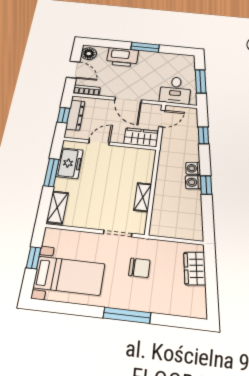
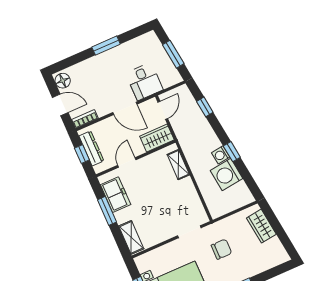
printer: (122, 57) -> (93, 68), removed
desk: (175, 90) -> (144, 82), moved
washing machine: (193, 168) -> (226, 175), moved, width x1.89, depth x1.89
shelving: (143, 197) -> (178, 165), moved

